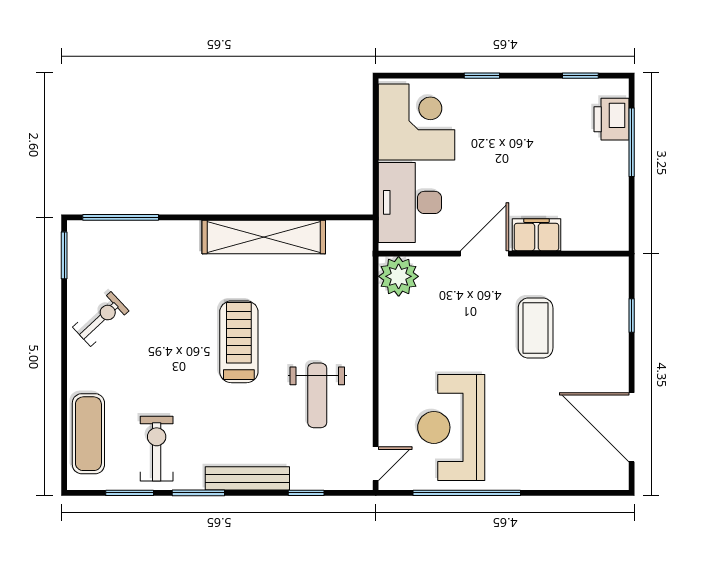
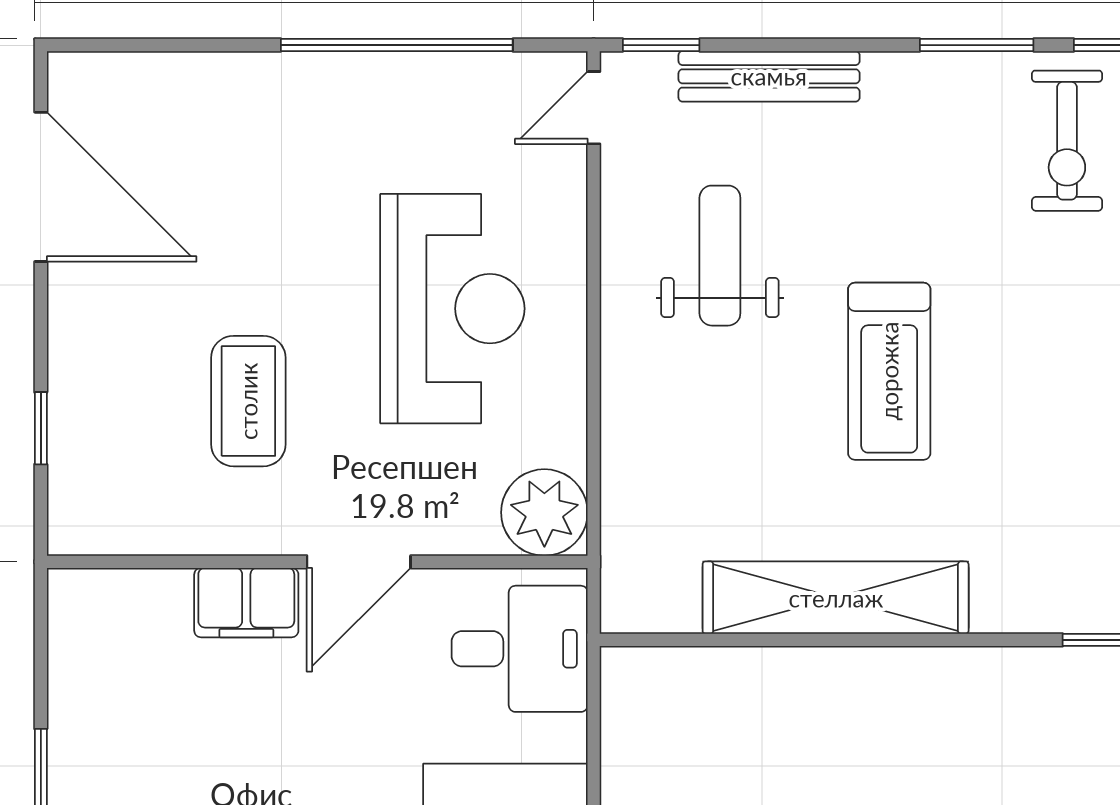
desk: (410, 202) -> (520, 649), width x0.73
reception desk: (451, 427) -> (452, 309), moved
bench: (247, 478) -> (769, 76), moved
window: (306, 493) -> (661, 45), moved

